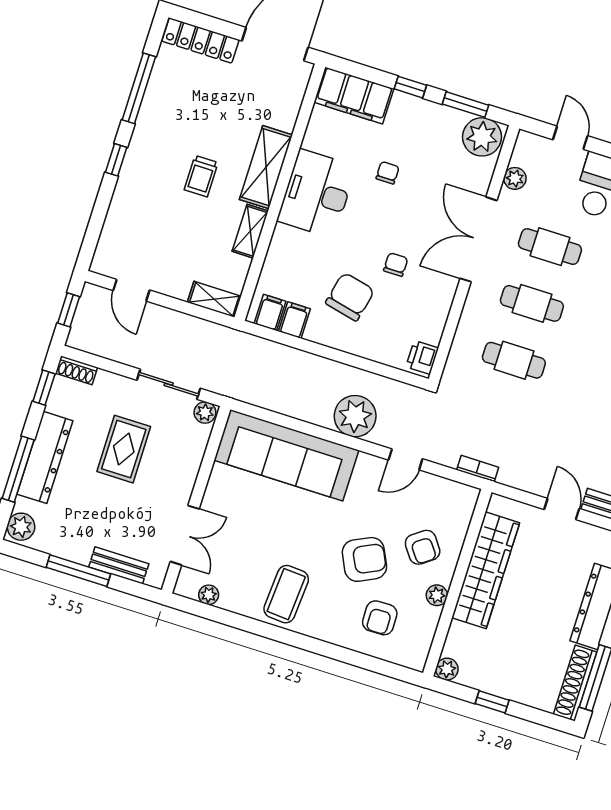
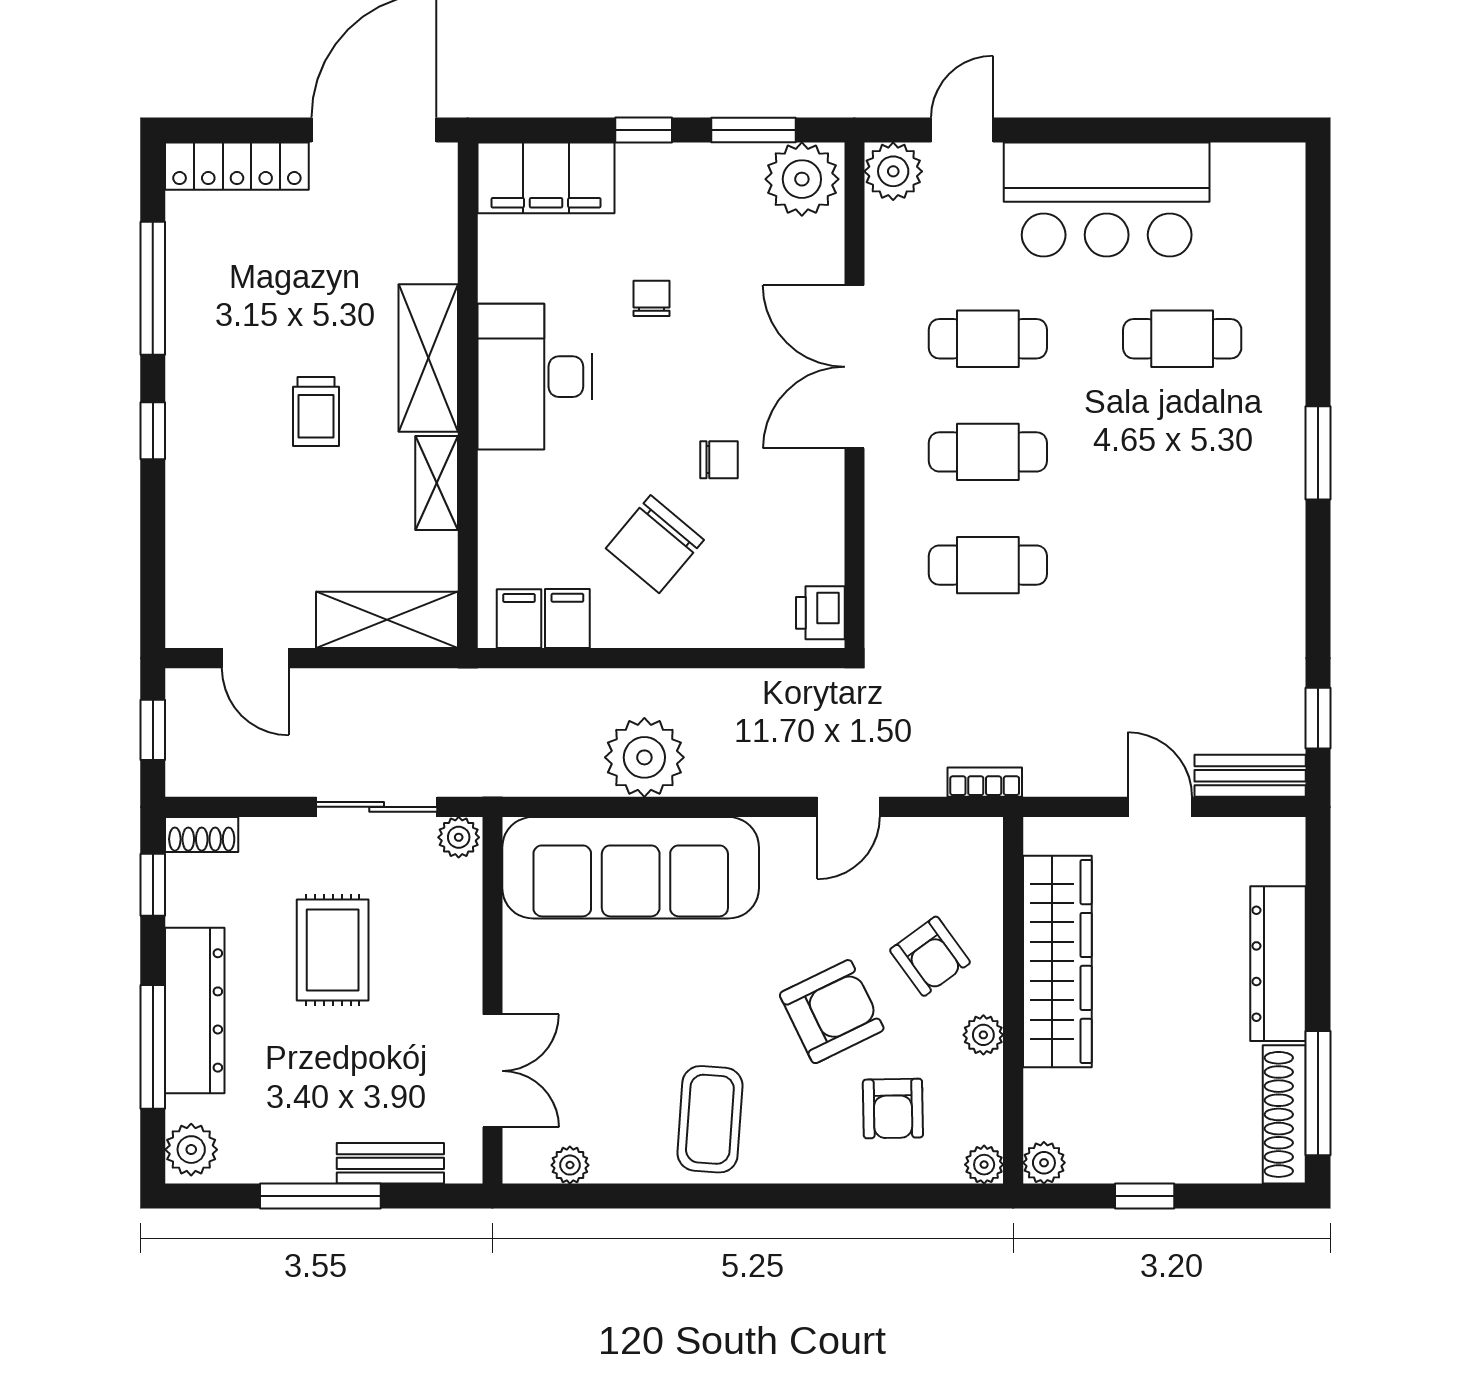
door: (570, 138) -> (962, 130), hinge flipped
plant: (515, 178) -> (893, 171), moved, width x1.38, depth x1.38
chair: (396, 265) -> (719, 460), turned 90
chair: (350, 297) -> (655, 544), turned -153
shelving: (214, 299) -> (387, 620), width x1.50, depth x1.33
plant: (355, 416) -> (644, 757), moved
plant: (417, 660) -> (984, 1165), added

